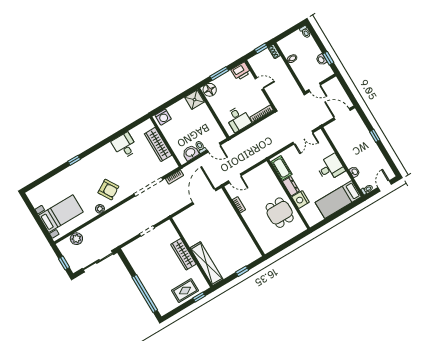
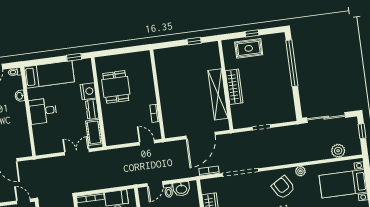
double door: (303, 137) -> (77, 152), moved
door: (214, 148) -> (155, 184), swing flipped
door: (204, 197) -> (201, 135), moved
window: (324, 222) -> (74, 57), added
shelving: (207, 264) -> (218, 94), moved
window: (242, 271) -> (194, 41), moved
window: (199, 297) -> (252, 33), moved

